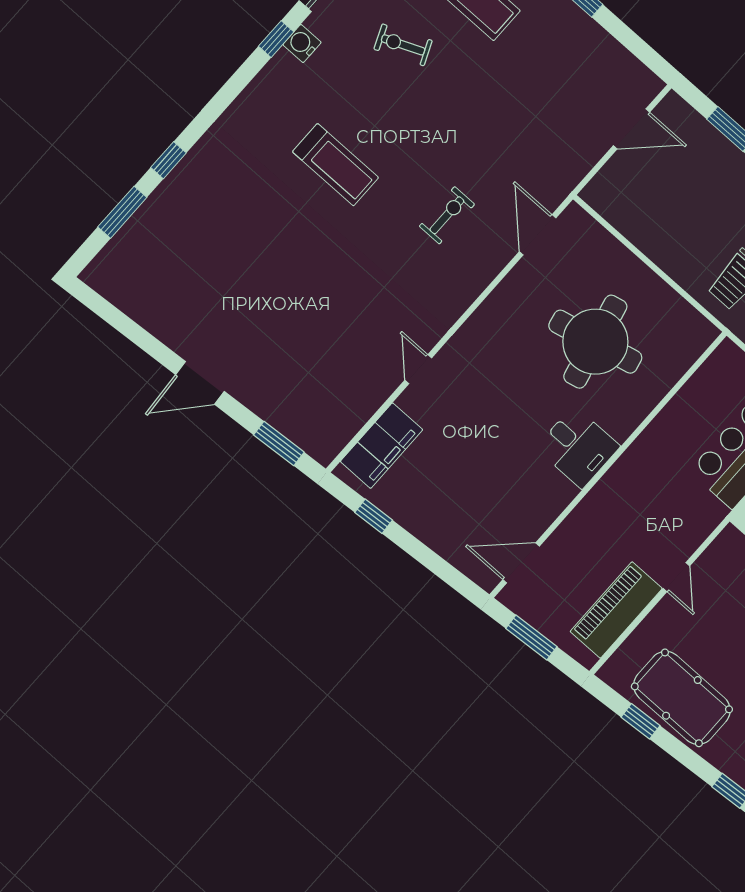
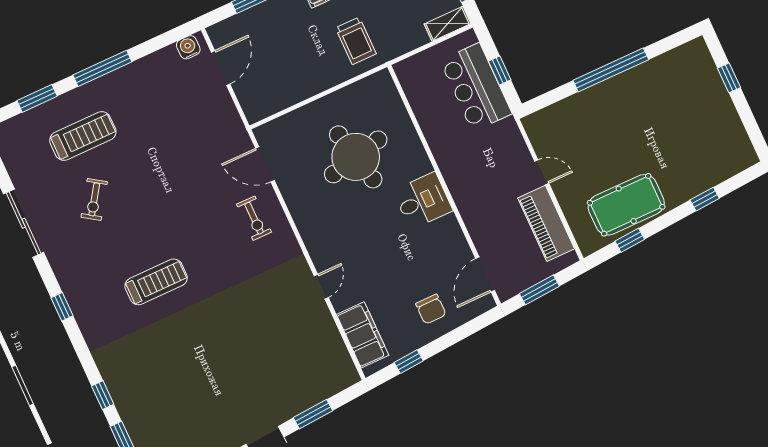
window: (276, 39) -> (62, 307), moved
water cooler: (302, 43) -> (188, 47), moved, turned 90
exercise bike: (403, 45) -> (94, 199), turned -33
exercise bike: (447, 215) -> (254, 218), moved, turned 180
door: (418, 369) -> (321, 287), swing flipped
window: (279, 444) -> (313, 414), moved
chair: (450, 515) -> (431, 309), added

